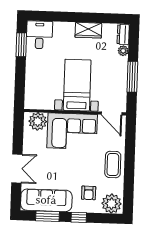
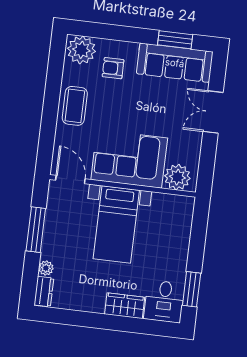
wardrobe: (88, 30) -> (125, 306), moved
armchair: (89, 193) -> (113, 68), turned -90
window: (79, 217) -> (130, 34), removed

